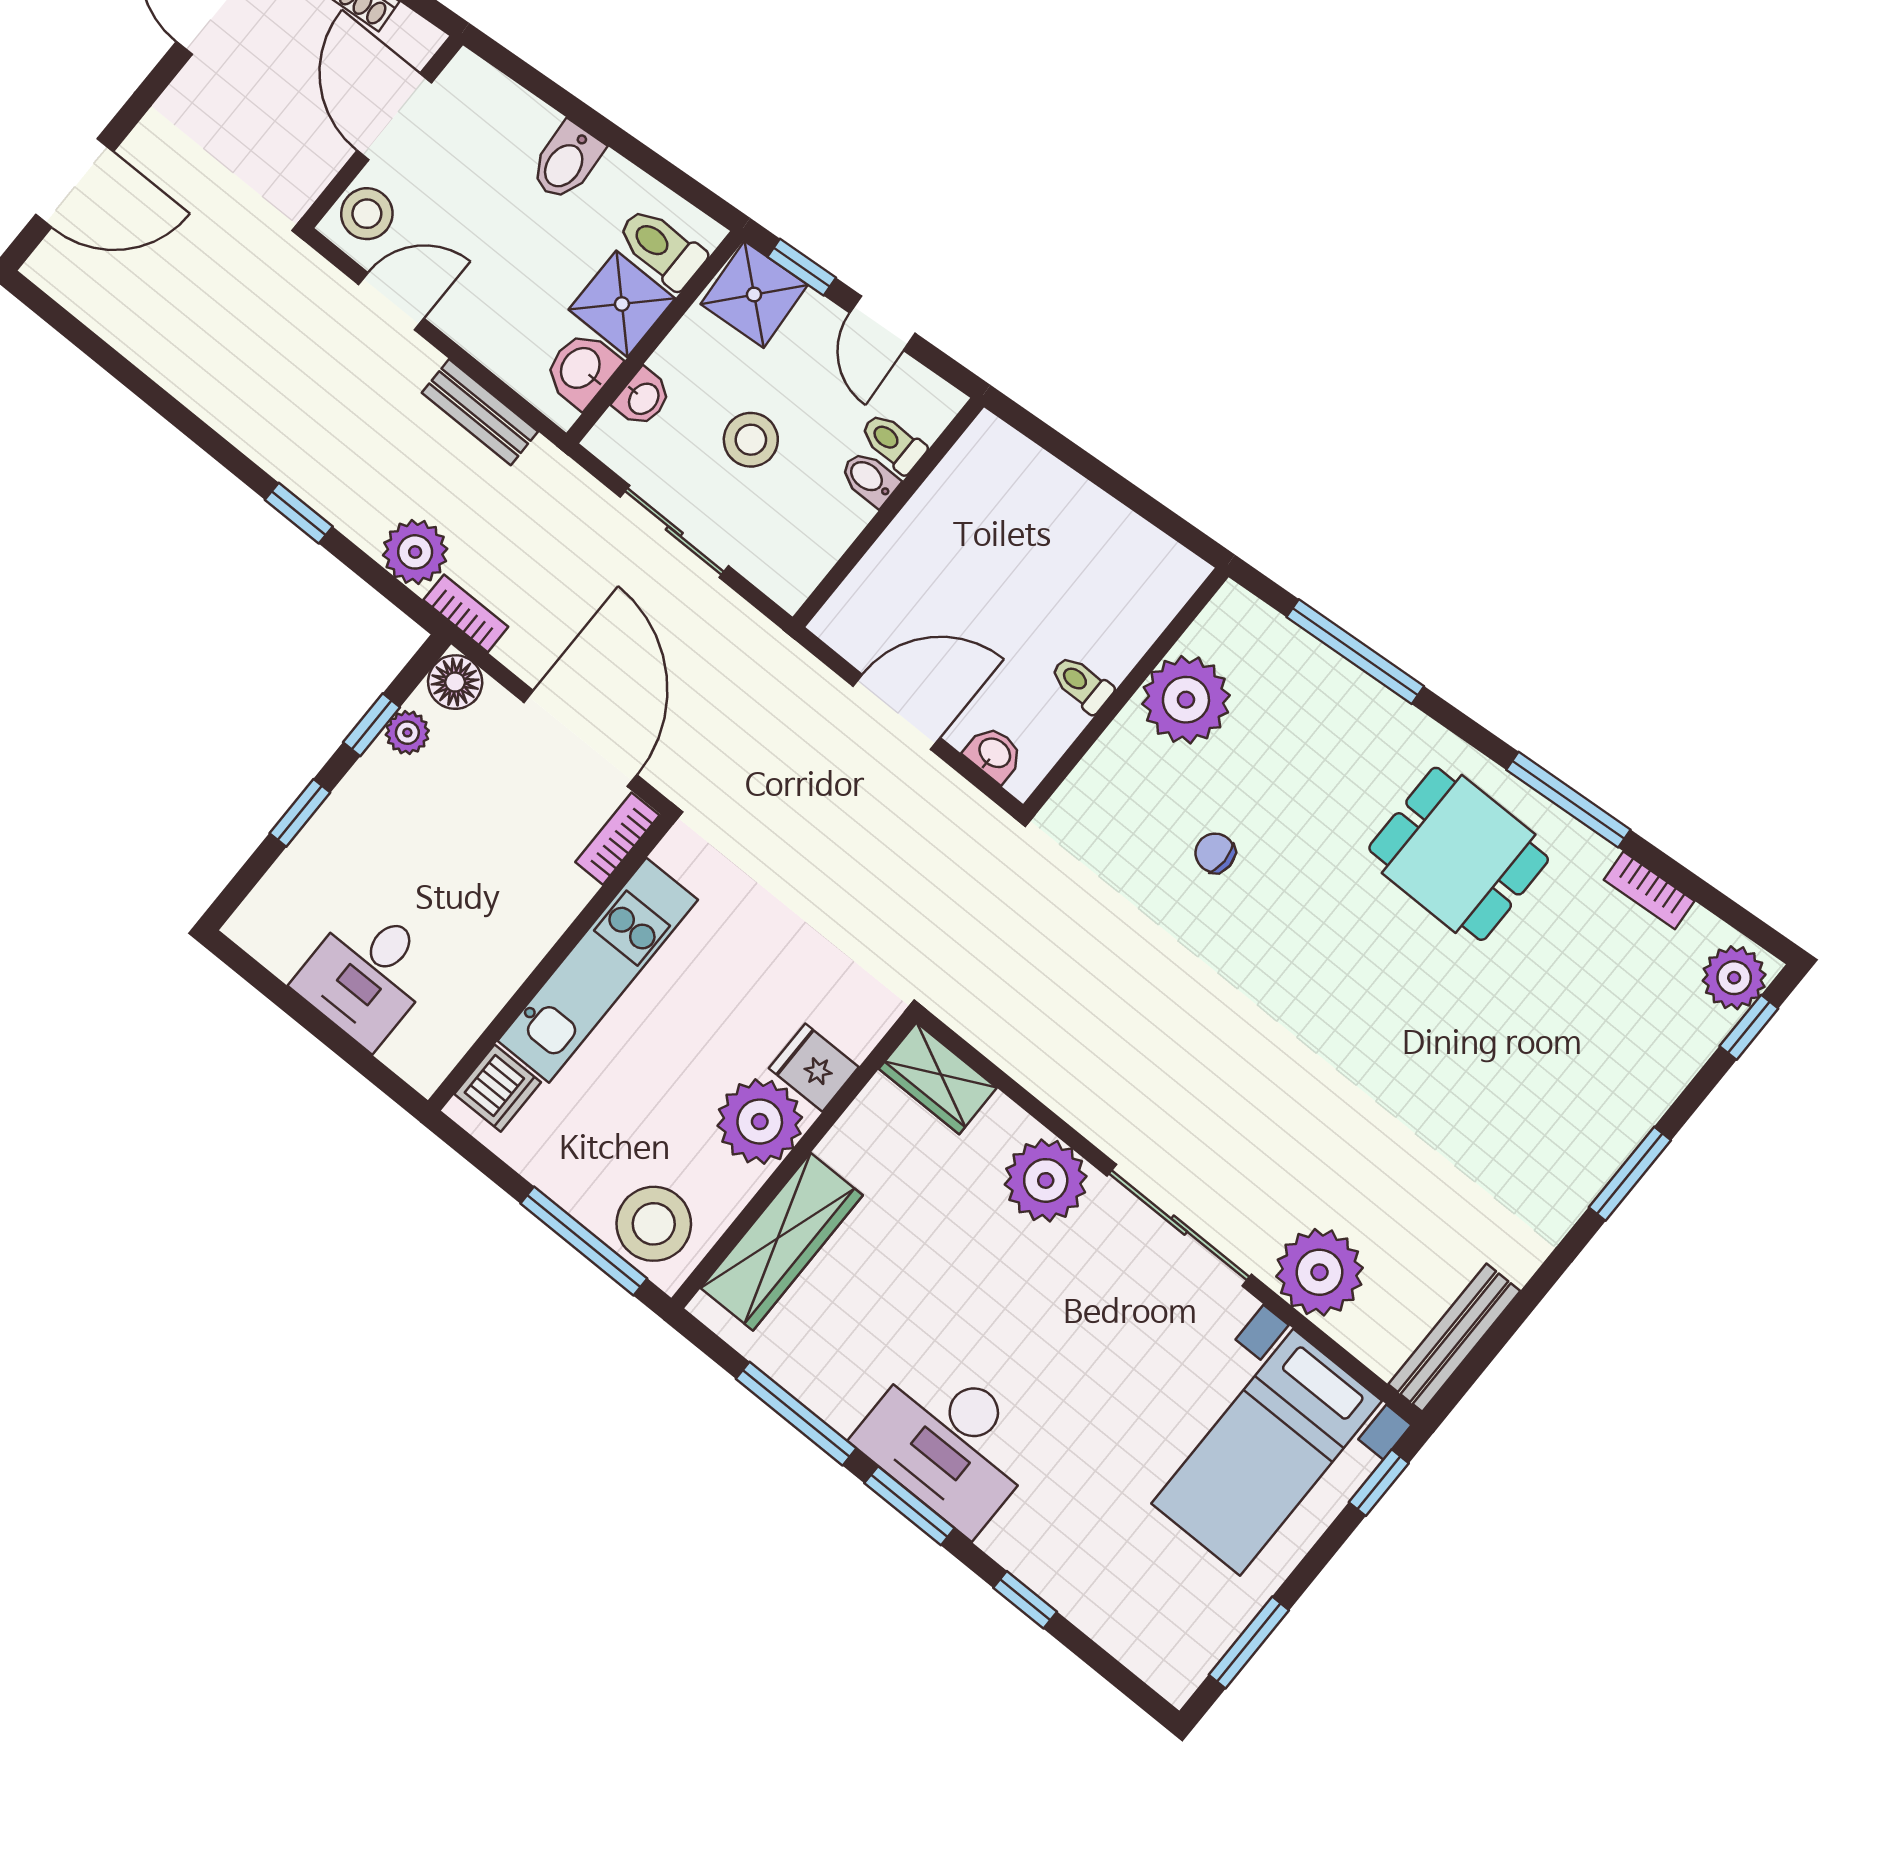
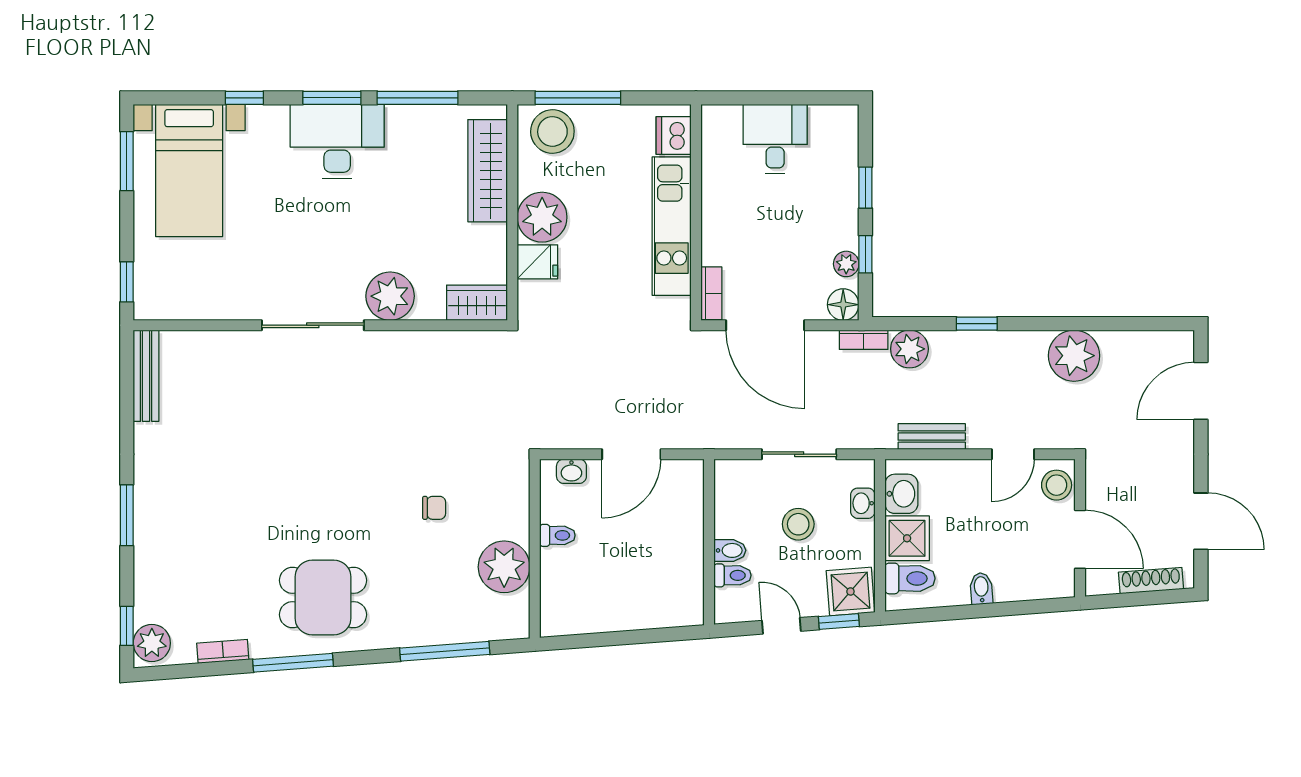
bidet: (567, 162) -> (981, 589), width x0.72, depth x0.74
plant: (1319, 1272) -> (1074, 356), moved
bed with nightstands: (1267, 1452) -> (189, 170), moved, turned 180

